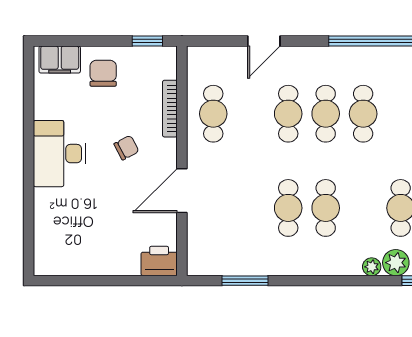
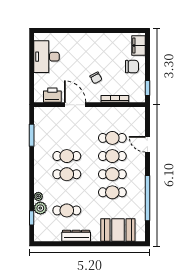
cafe table: (213, 114) -> (112, 138), moved
desk: (60, 154) -> (47, 57), moved, turned -90
printer: (159, 261) -> (52, 95), moved, turned -90

